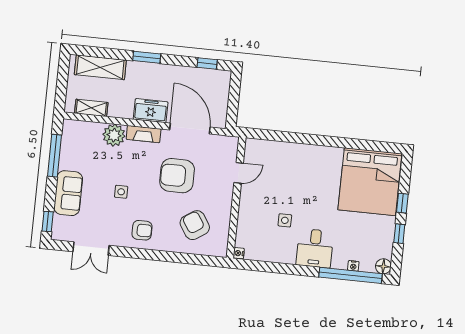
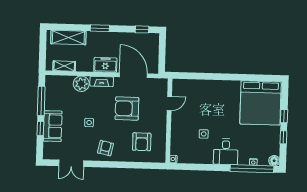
window: (48, 222) -> (40, 128), moved
armchair: (195, 225) -> (142, 142), turned -147
armchair: (142, 230) -> (105, 148), turned -78

